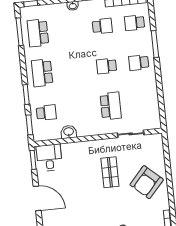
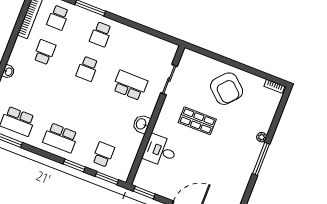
washbasin: (69, 132) -> (141, 124), moved
desk: (49, 158) -> (160, 151), moved

